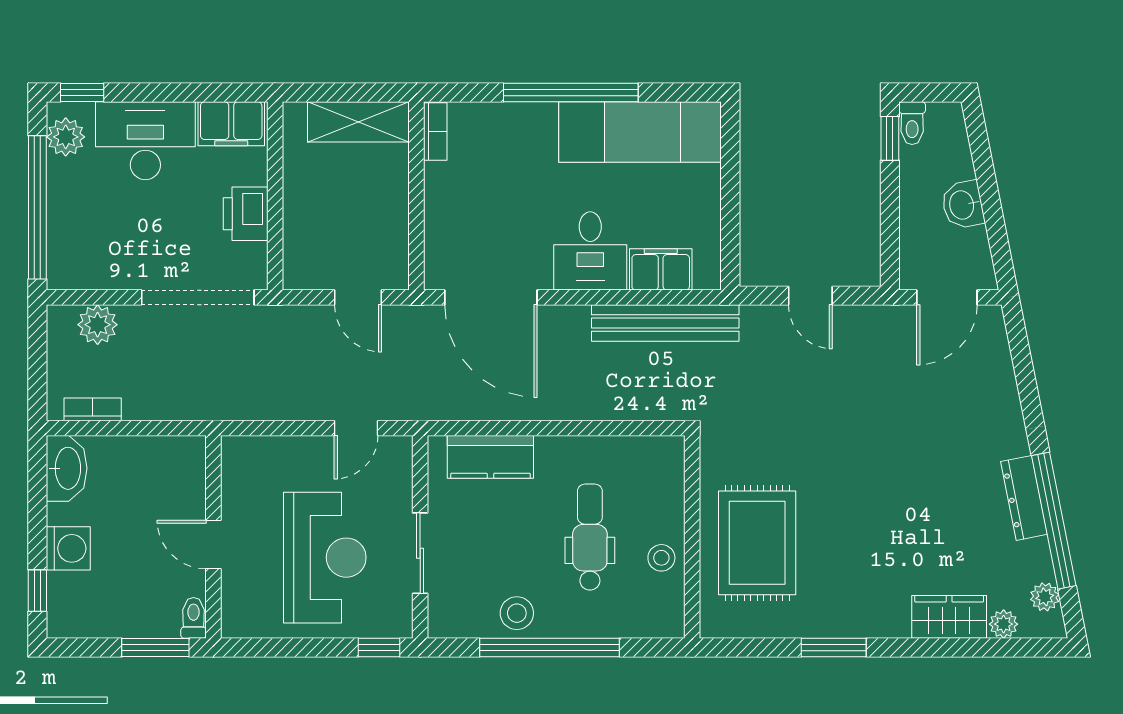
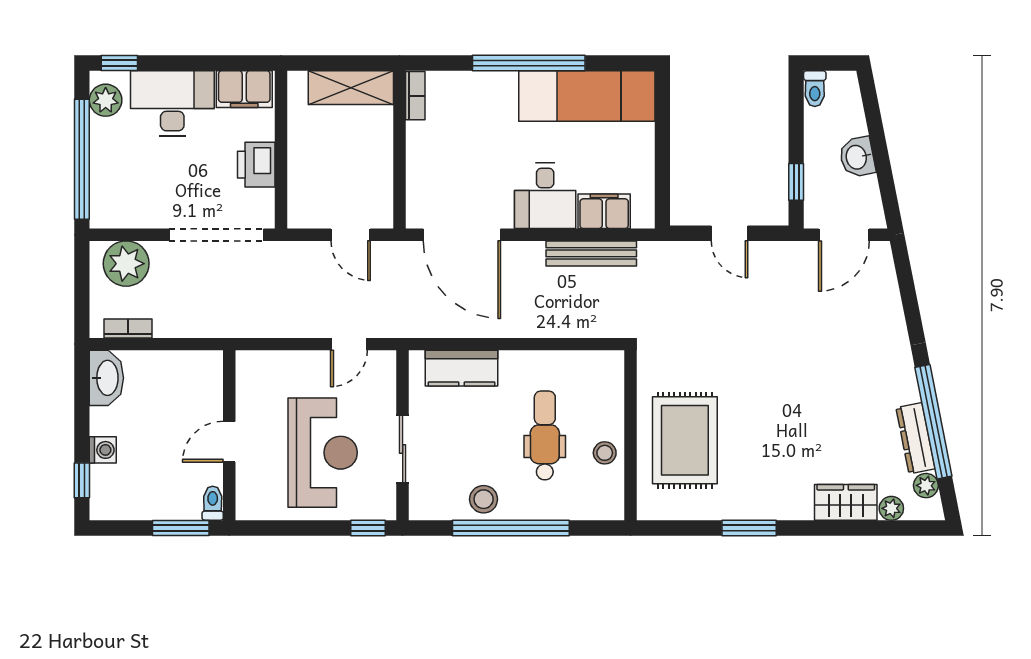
window: (890, 138) -> (796, 182), moved
bench: (665, 323) -> (591, 253), width x0.73, depth x0.82
plant: (98, 325) -> (126, 264), width x1.36, depth x1.36
dresser: (1024, 498) -> (916, 438), moved
door: (213, 545) -> (229, 442), hinge flipped
washing machine: (68, 548) -> (103, 450), width x0.73, depth x0.73

